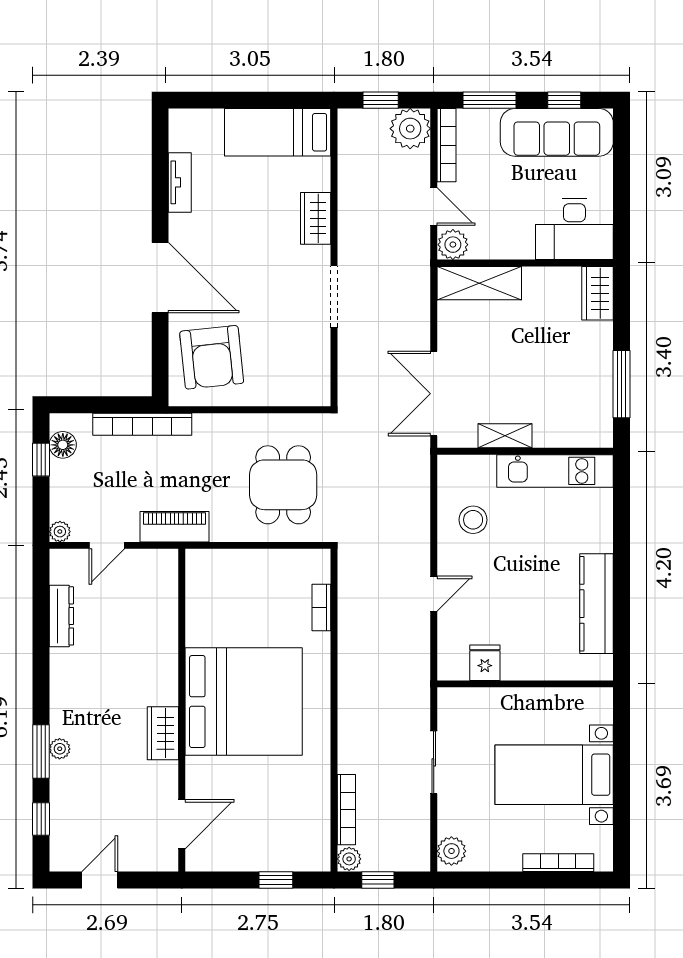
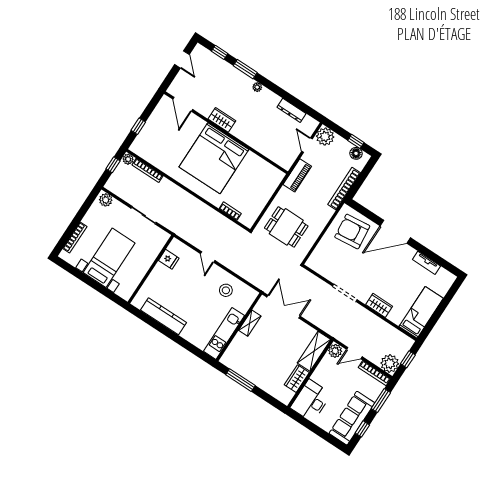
wardrobe: (598, 293) -> (297, 379), moved, turned -90
plant: (60, 532) -> (325, 137), width x1.88, depth x1.88
plant: (60, 749) -> (257, 87), moved

